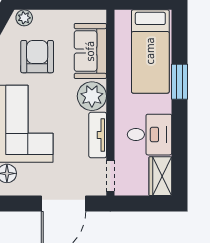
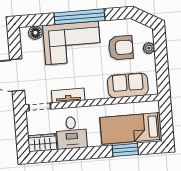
plant: (24, 18) -> (149, 48), moved
window: (180, 82) -> (125, 150), moved
plant: (92, 96) -> (96, 89), removed

